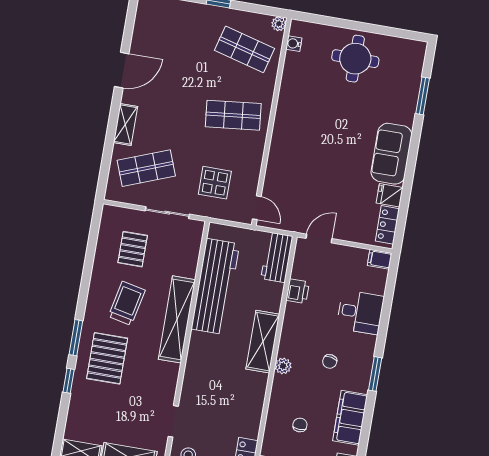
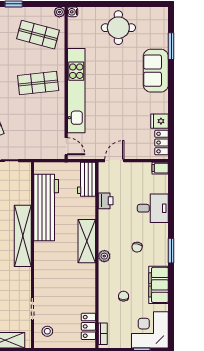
water cooler: (294, 44) -> (73, 12), moved
kitchen unit: (283, 134) -> (76, 91), added
sofa: (391, 154) -> (156, 71), moved
display table: (215, 183) -> (33, 133), removed

